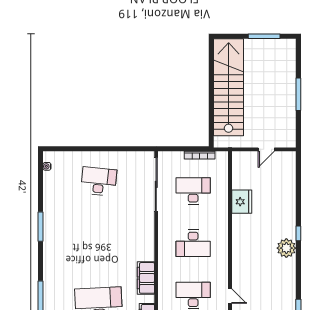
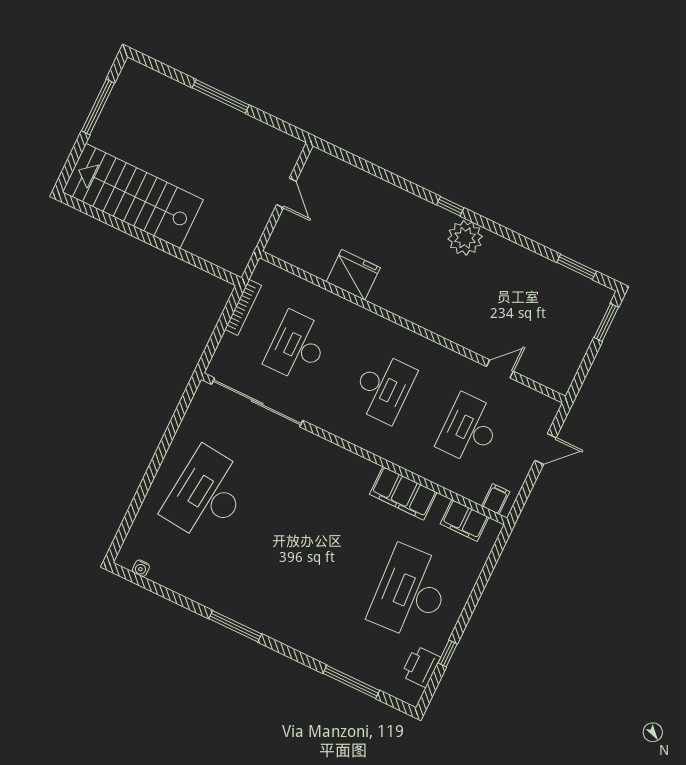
stairs: (229, 87) -> (133, 196), width x0.73
desk: (99, 181) -> (207, 495), width x1.36, depth x1.30

